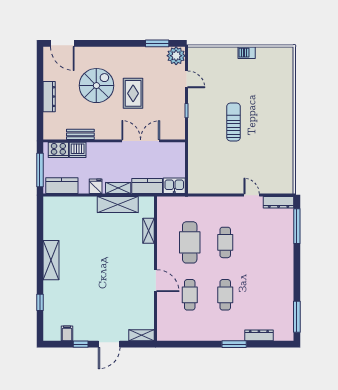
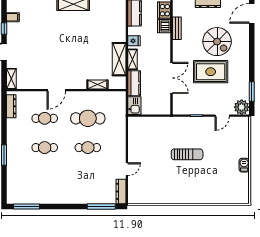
rug: (133, 93) -> (211, 72), width x1.36, depth x1.43
dresser: (259, 335) -> (11, 106), moved

